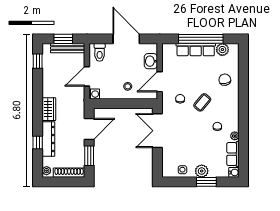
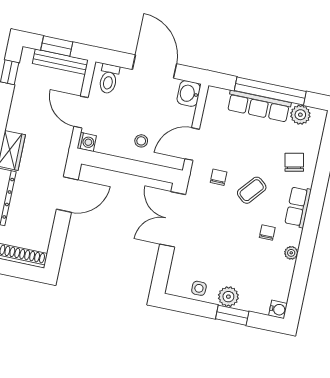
washbasin: (151, 61) -> (189, 94), moved
door: (87, 76) -> (81, 112), hinge flipped
row of seats: (233, 154) -> (298, 207), moved
window: (89, 156) -> (59, 236), removed

